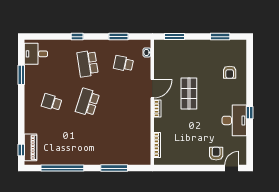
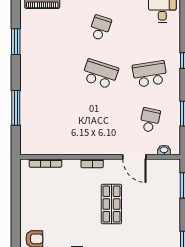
door: (152, 89) -> (134, 157), moved
shop shelf: (189, 93) -> (111, 204), turned 90
window: (62, 168) -> (16, 42), width x0.47

